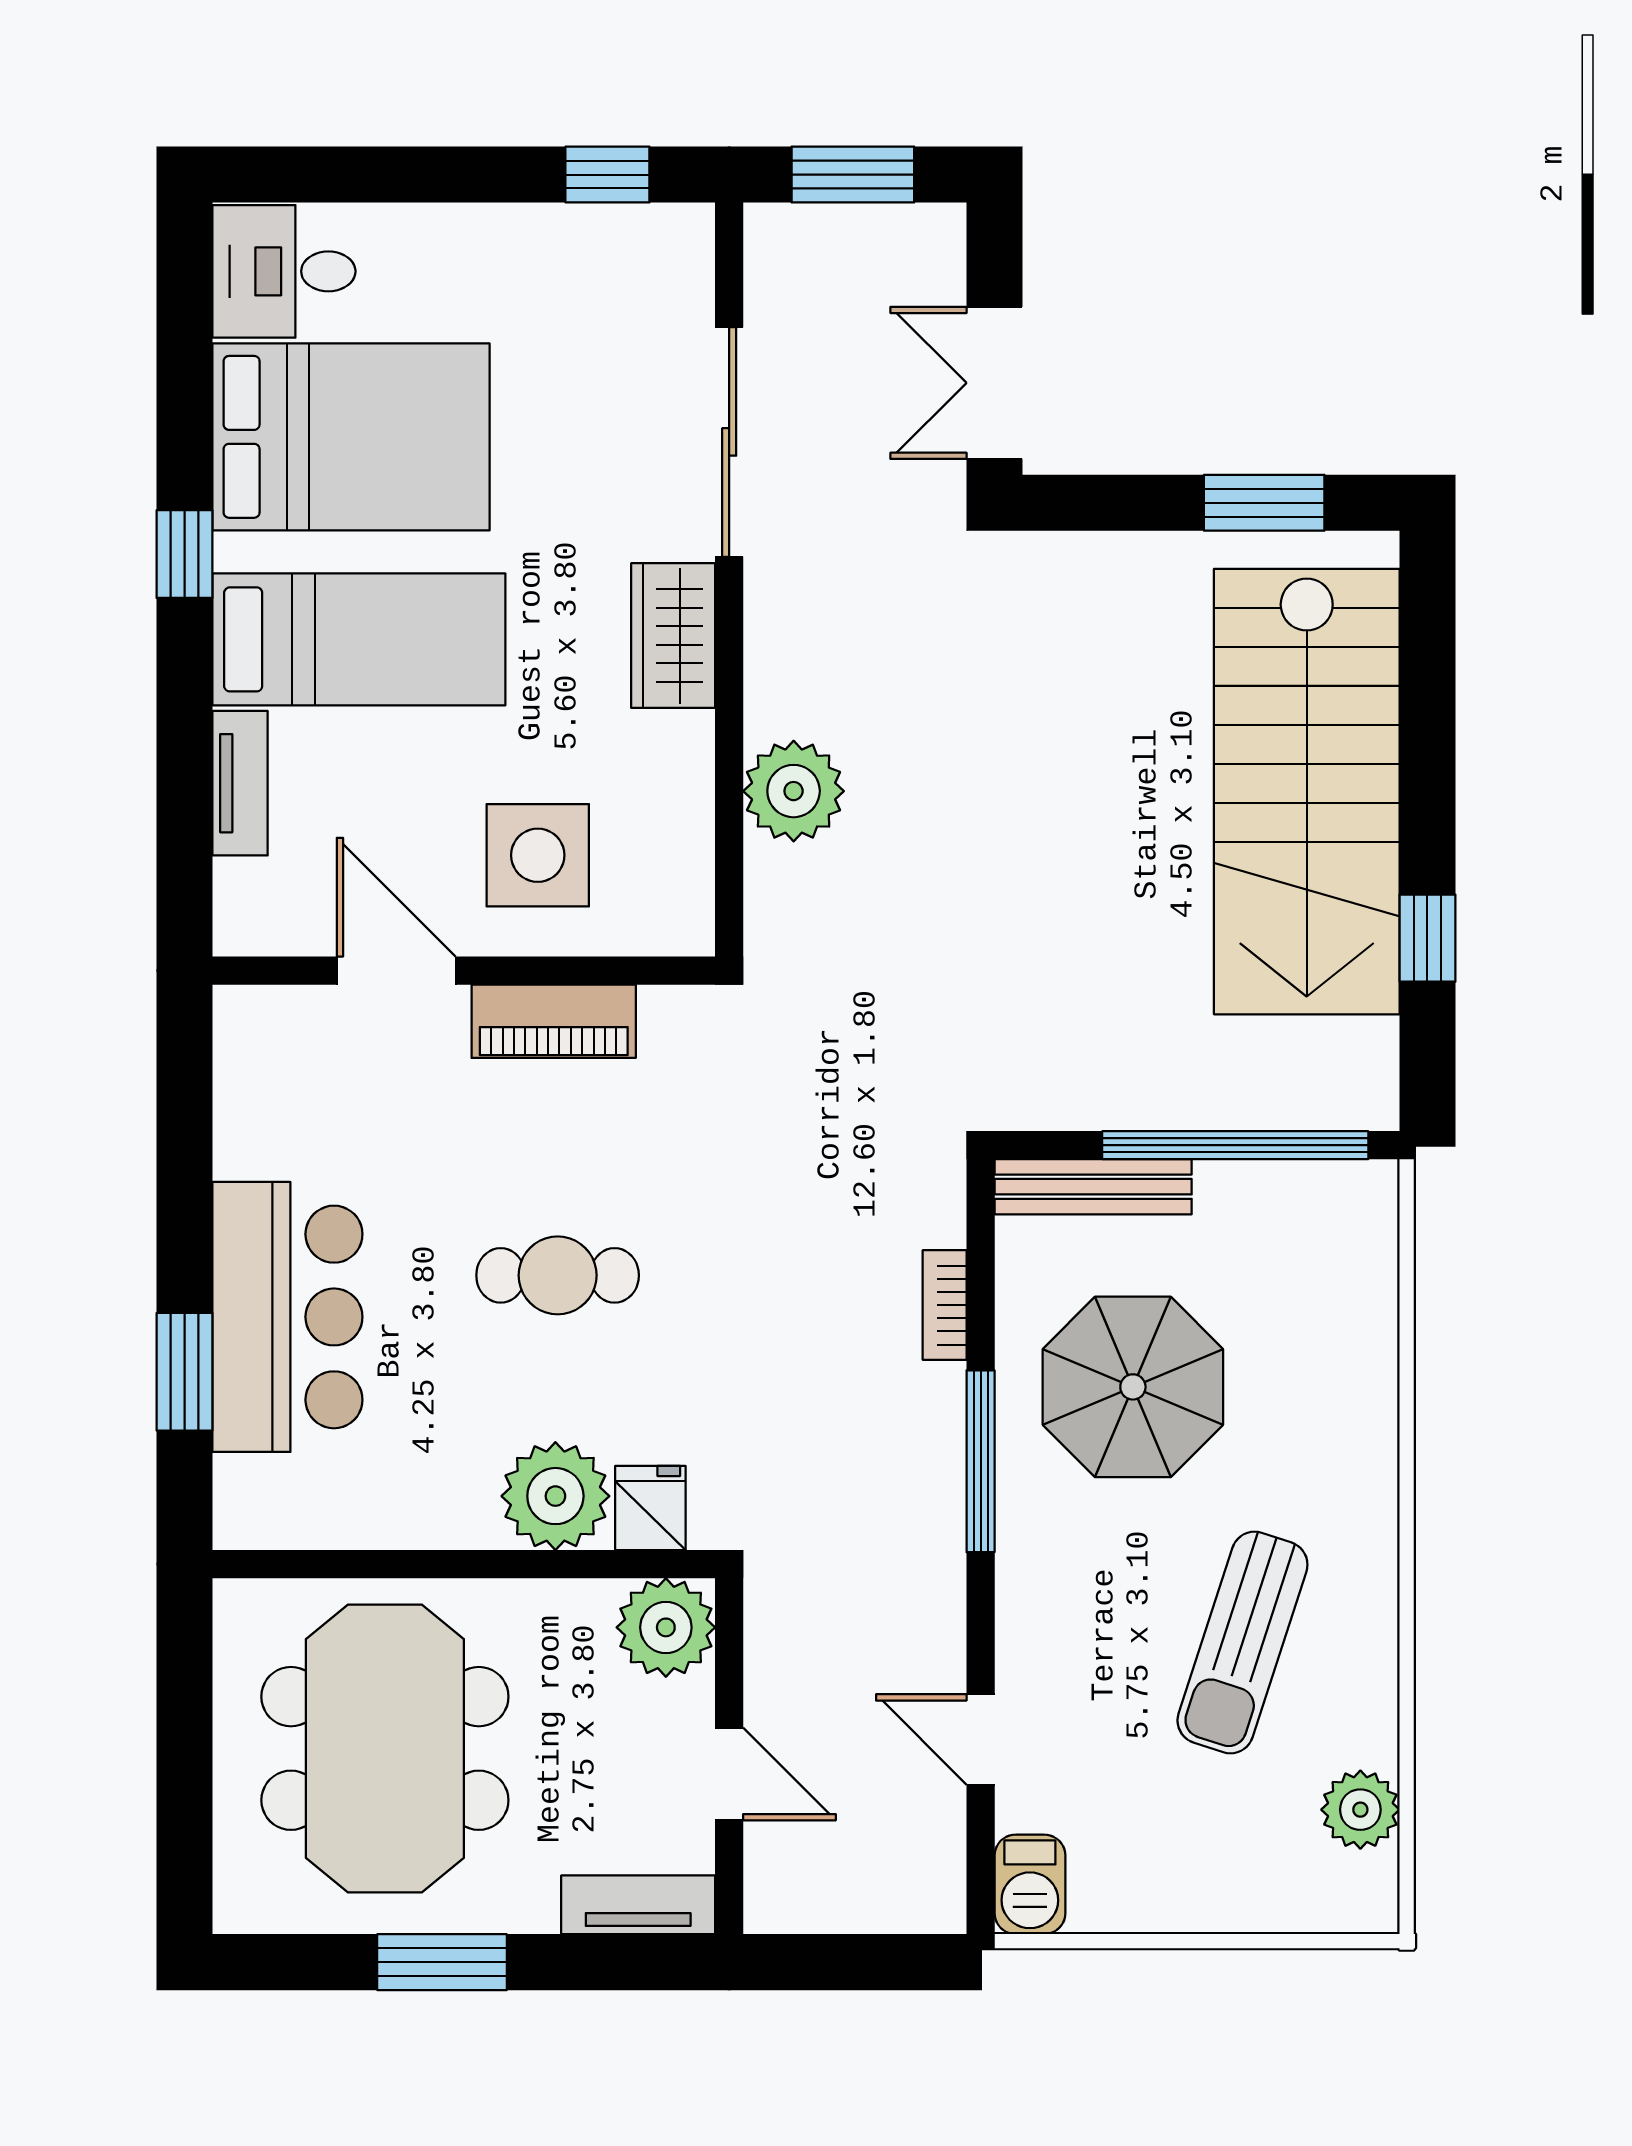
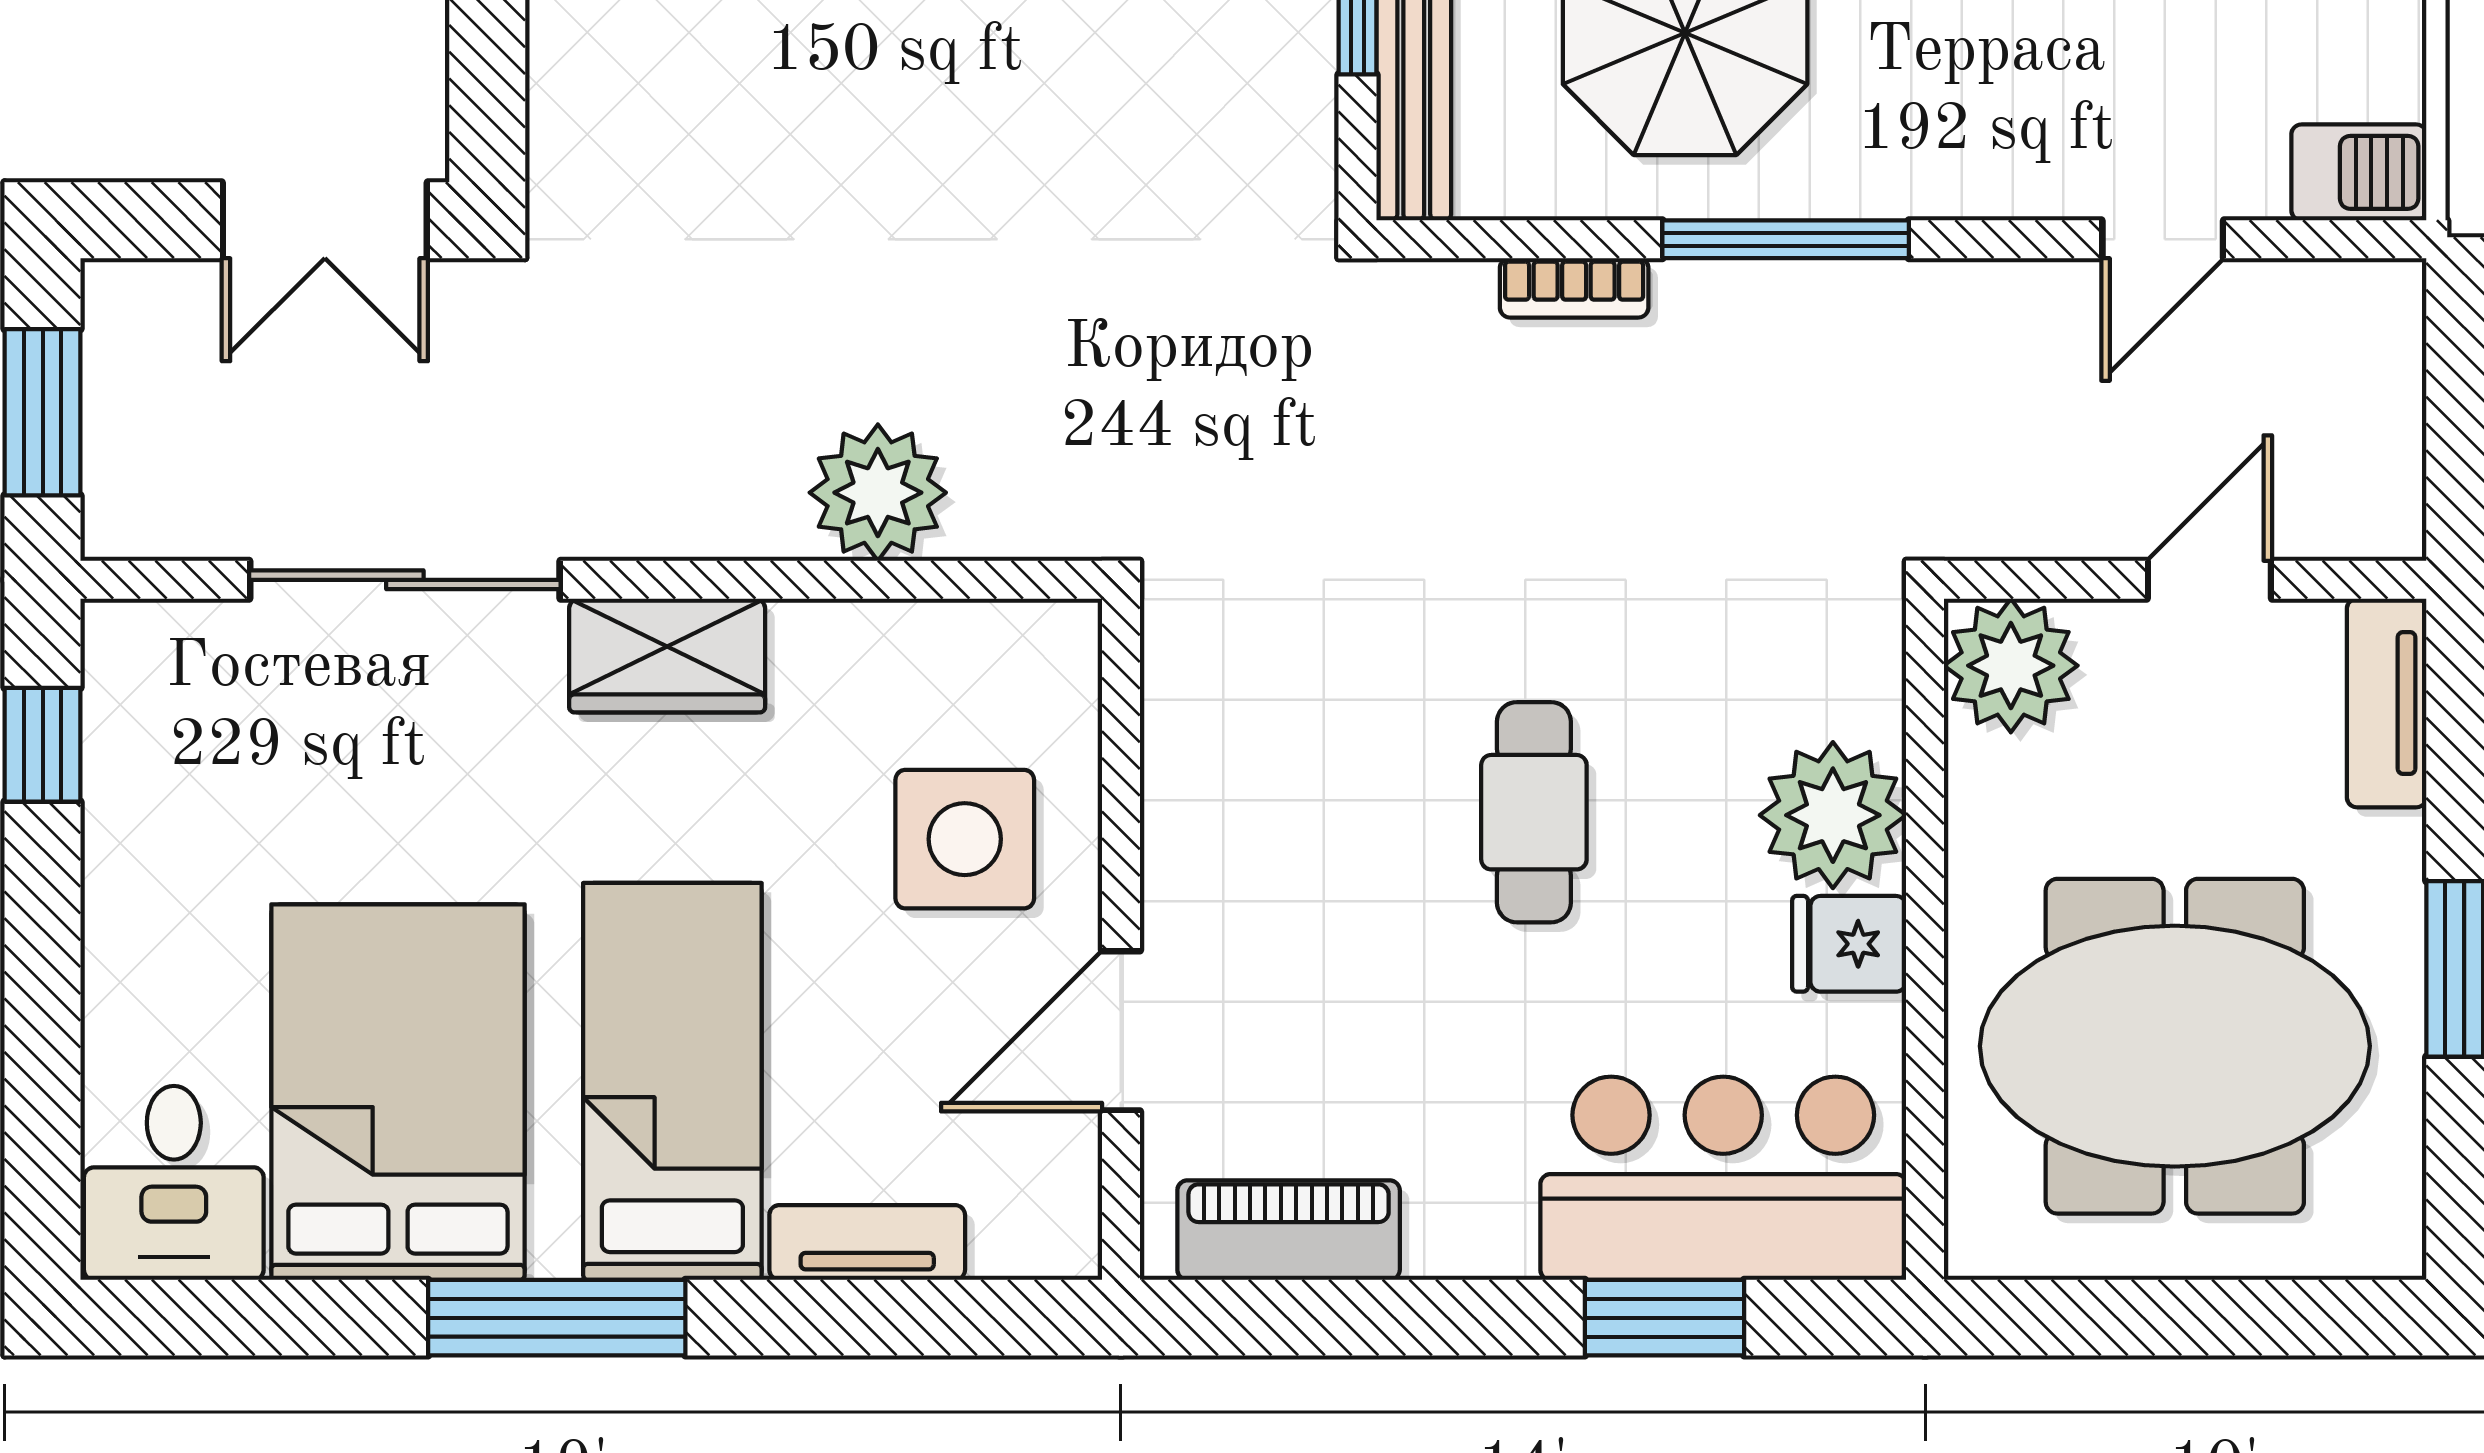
window: (185, 554) -> (557, 1318), width x2.17
piano: (554, 1021) -> (1289, 1230), moved, turned -90
bar counter: (287, 1317) -> (1723, 1178), moved
fridge: (650, 1508) -> (1849, 944), moved

